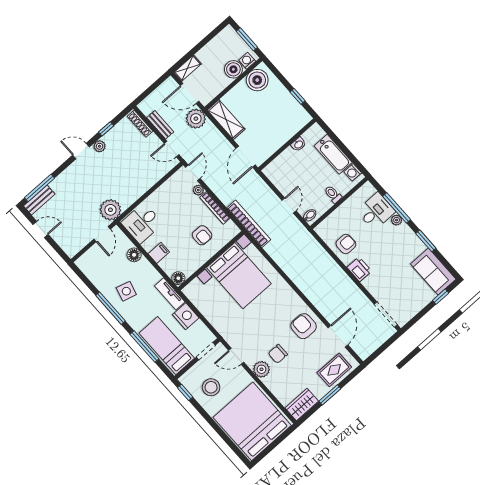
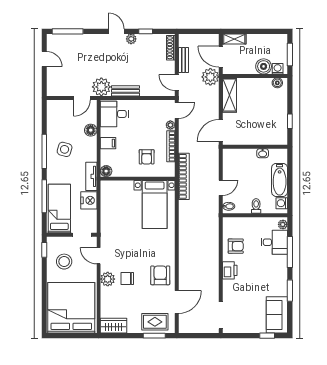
boiler: (257, 80) -> (277, 83), width x0.54, depth x0.54
bench: (39, 200) -> (125, 91), moved
plant: (397, 220) -> (283, 224), moved
bed with nightstands: (239, 276) -> (155, 205), width x0.73
window: (330, 395) -> (154, 336), moved

